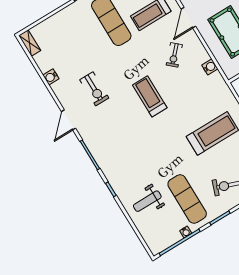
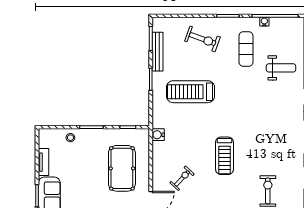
water cooler: (210, 67) -> (158, 135), moved
exercise mat: (187, 199) -> (246, 49), width x0.73, depth x0.69

